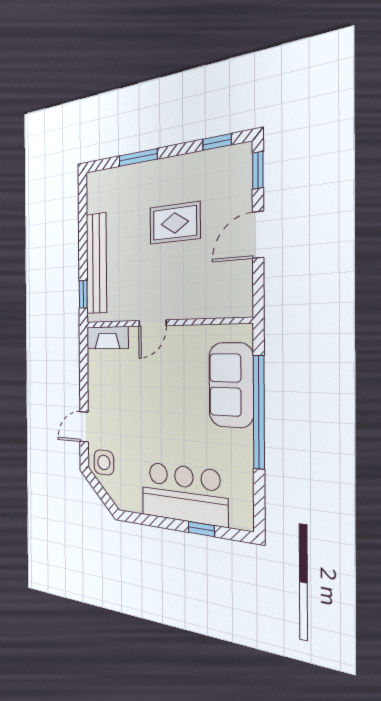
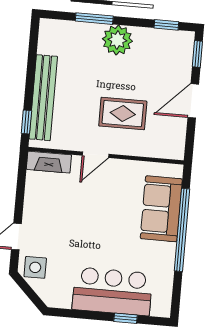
plant: (164, 177) -> (117, 40), added
rug: (175, 223) -> (123, 114), moved

